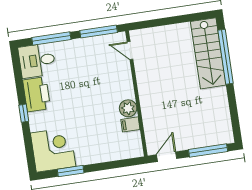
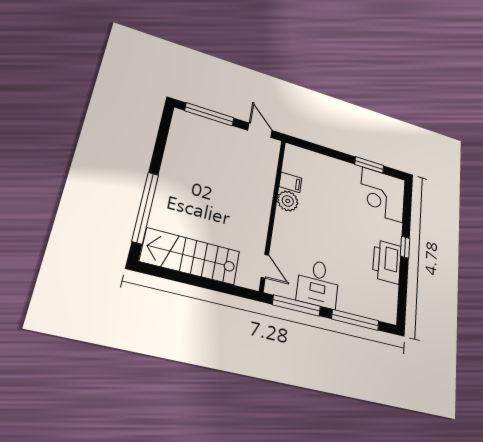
stairs: (208, 53) -> (191, 256), moved, turned -90
desk: (37, 60) -> (318, 283), moved, turned 90
door: (167, 157) -> (260, 130), swing flipped

